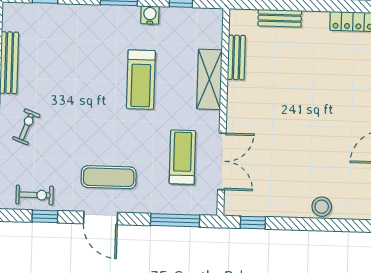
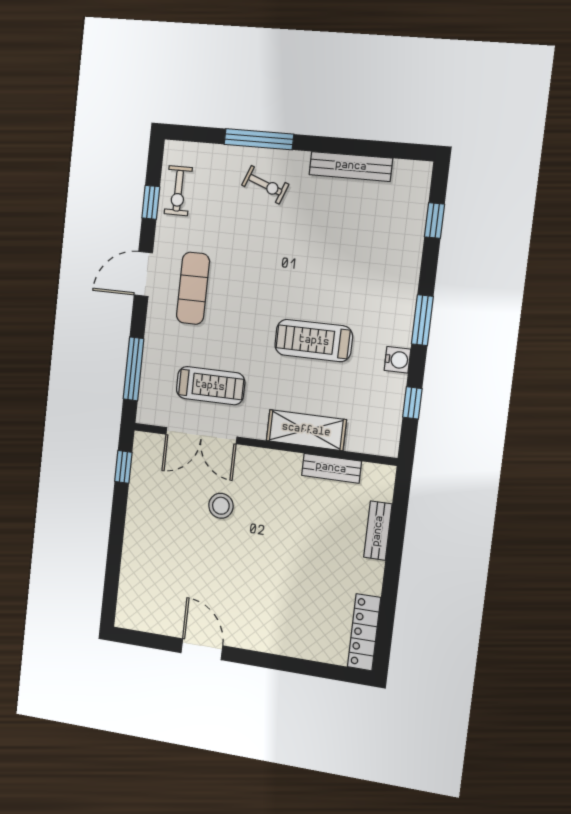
stool: (322, 207) -> (221, 506), moved

